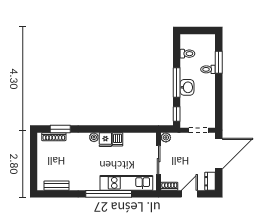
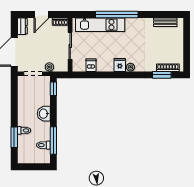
window: (177, 82) -> (53, 140), moved
plant: (166, 137) -> (49, 67), moved
dishwasher: (118, 139) -> (91, 65), moved

